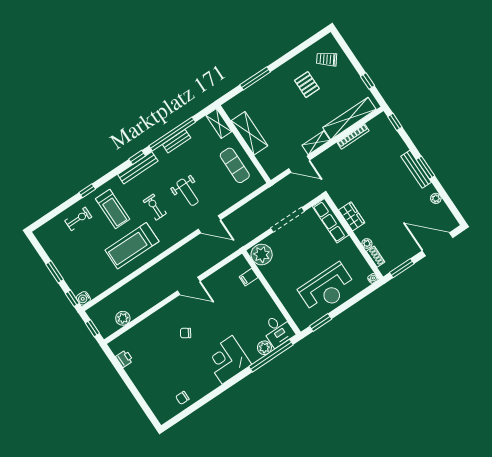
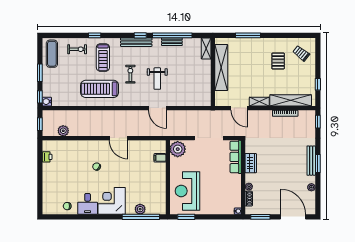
shelving: (249, 133) -> (221, 68), width x1.47
exercise mat: (235, 165) -> (52, 54), moved
reception desk: (327, 288) -> (188, 191), moved, turned 90
desk: (278, 330) -> (88, 204), moved

